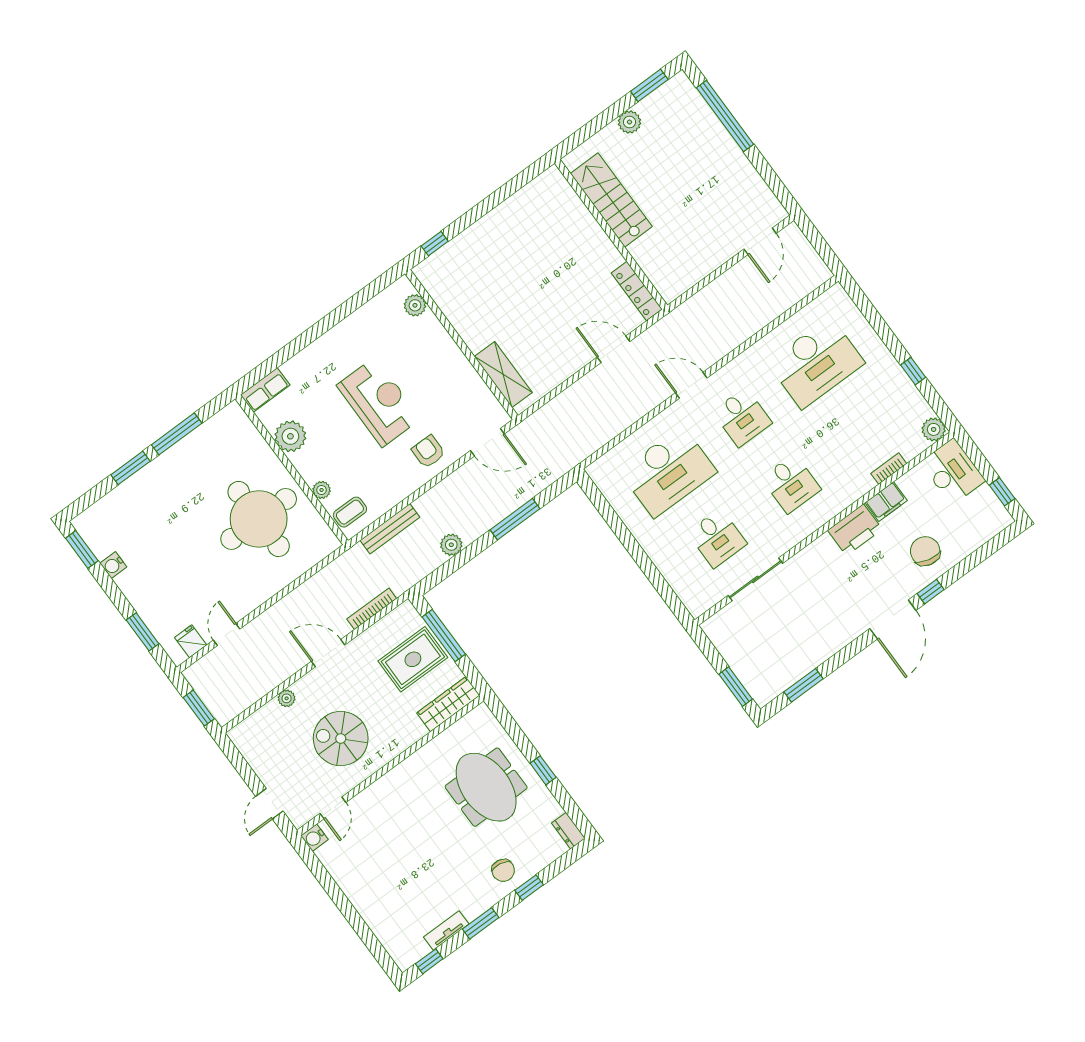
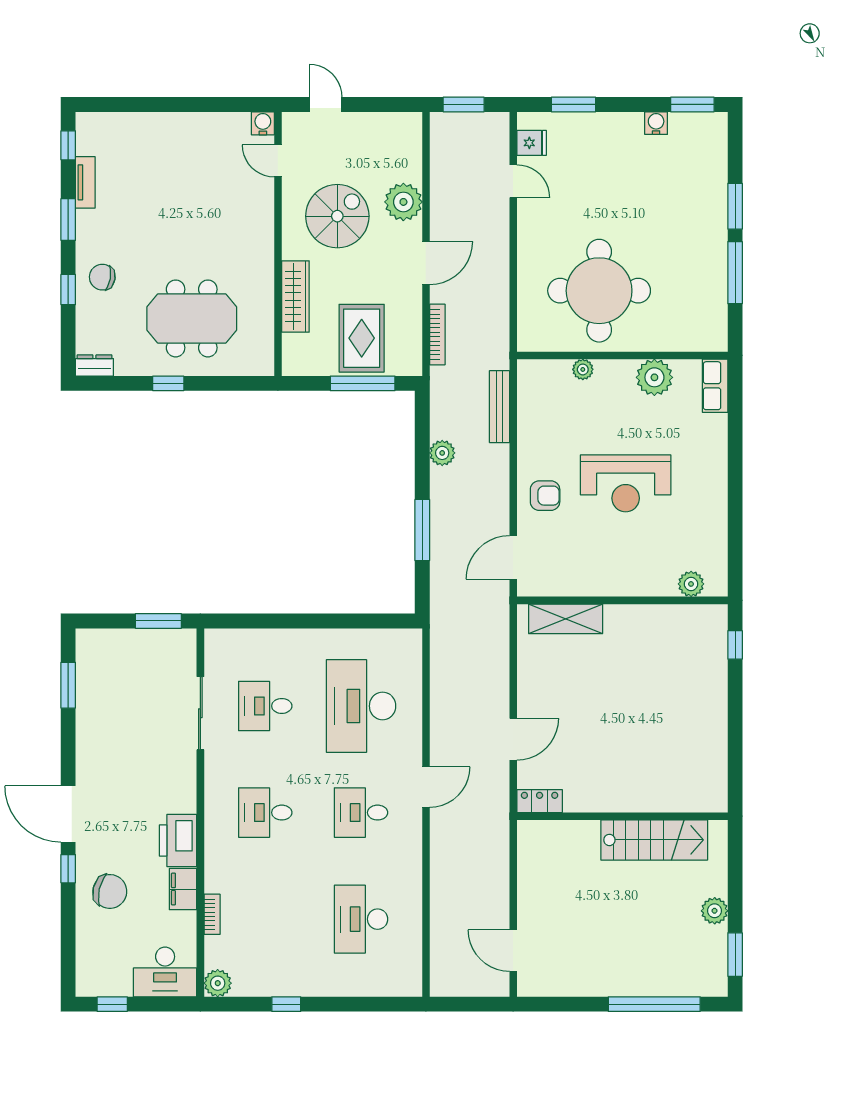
locker: (637, 291) -> (540, 801), width x0.66
desk: (816, 363) -> (361, 919), width x0.73, depth x0.77
coffee table: (350, 512) -> (543, 381), removed
window: (736, 687) -> (158, 621), moved
plant: (287, 698) -> (403, 202), width x1.88, depth x1.88
wardrobe: (448, 704) -> (295, 296), moved

